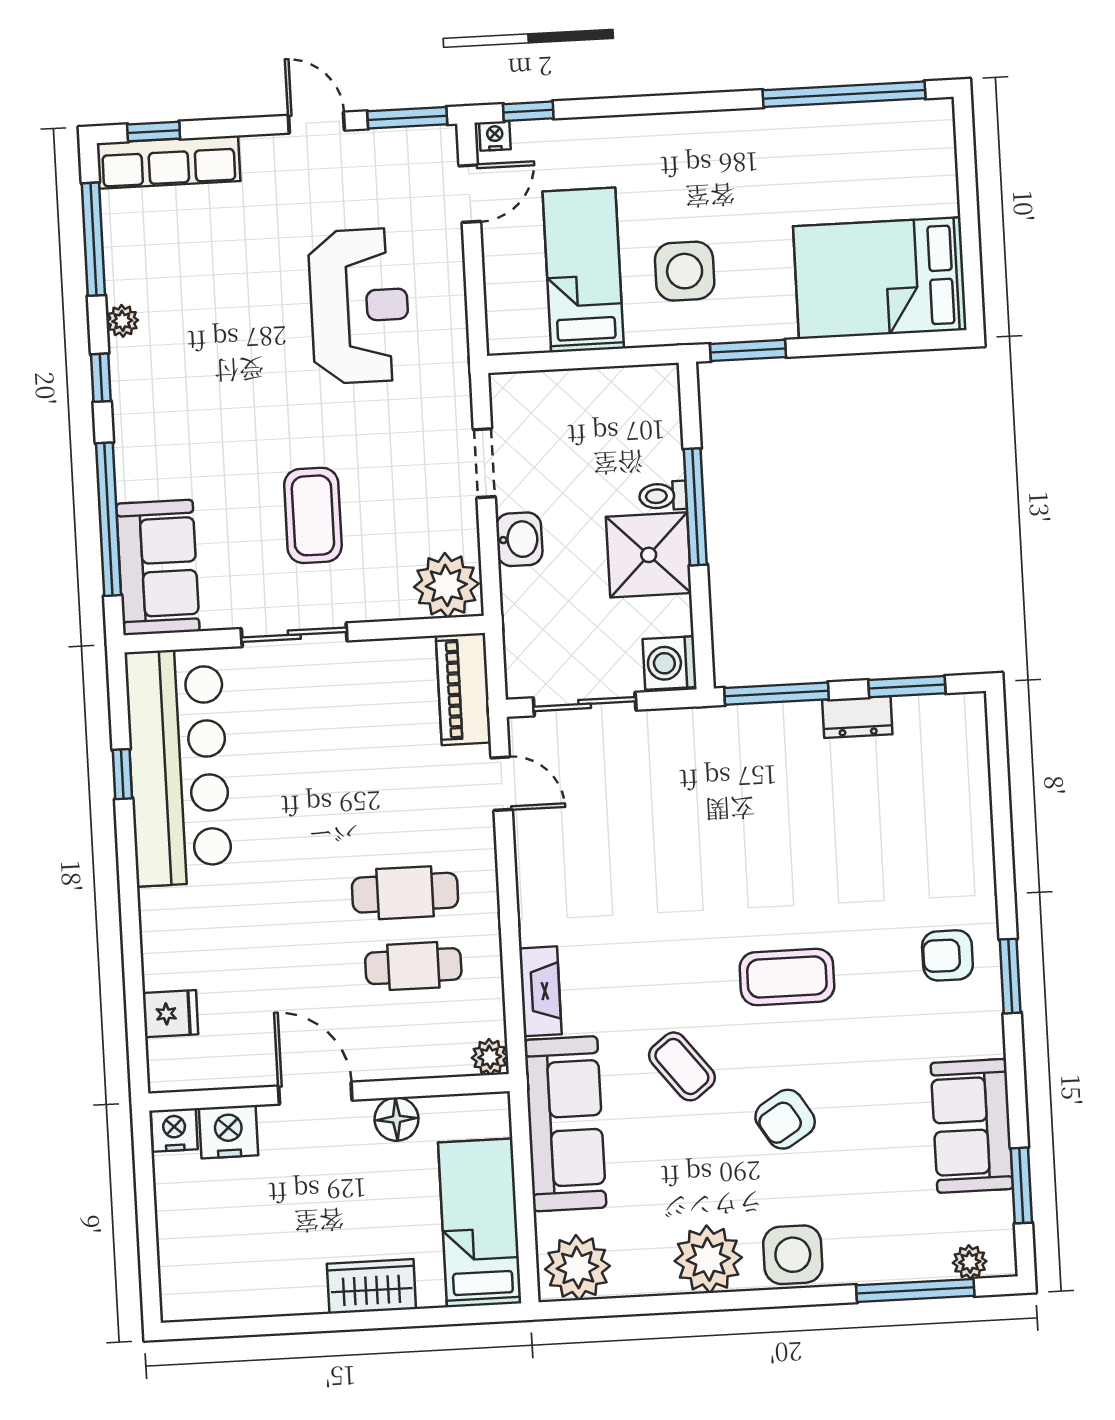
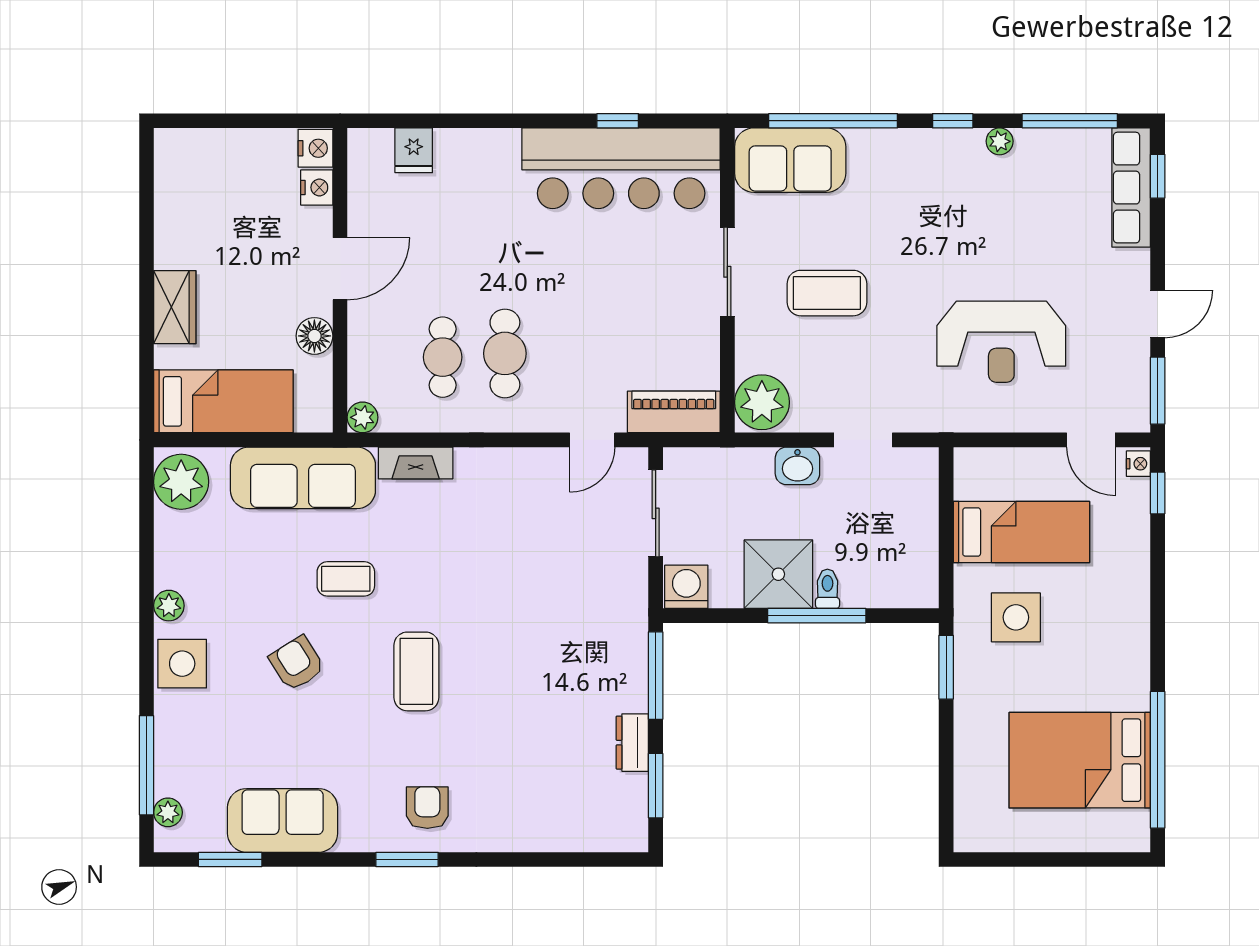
bed: (880, 278) -> (1080, 760), moved, turned -90
coffee table: (682, 1066) -> (346, 579), turned 38
nightstand: (228, 1132) -> (317, 187), width x0.74, depth x0.75
plant: (708, 1259) -> (169, 606), width x0.53, depth x0.53

